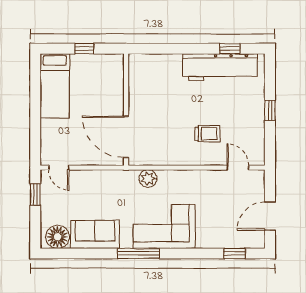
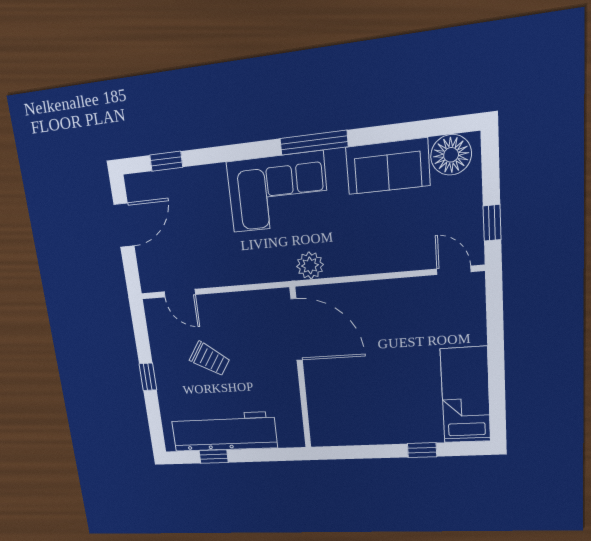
wall: (126, 110) -> (301, 369), moved
trolley: (207, 134) -> (210, 359), moved, turned -147
door: (126, 137) -> (297, 330), moved

